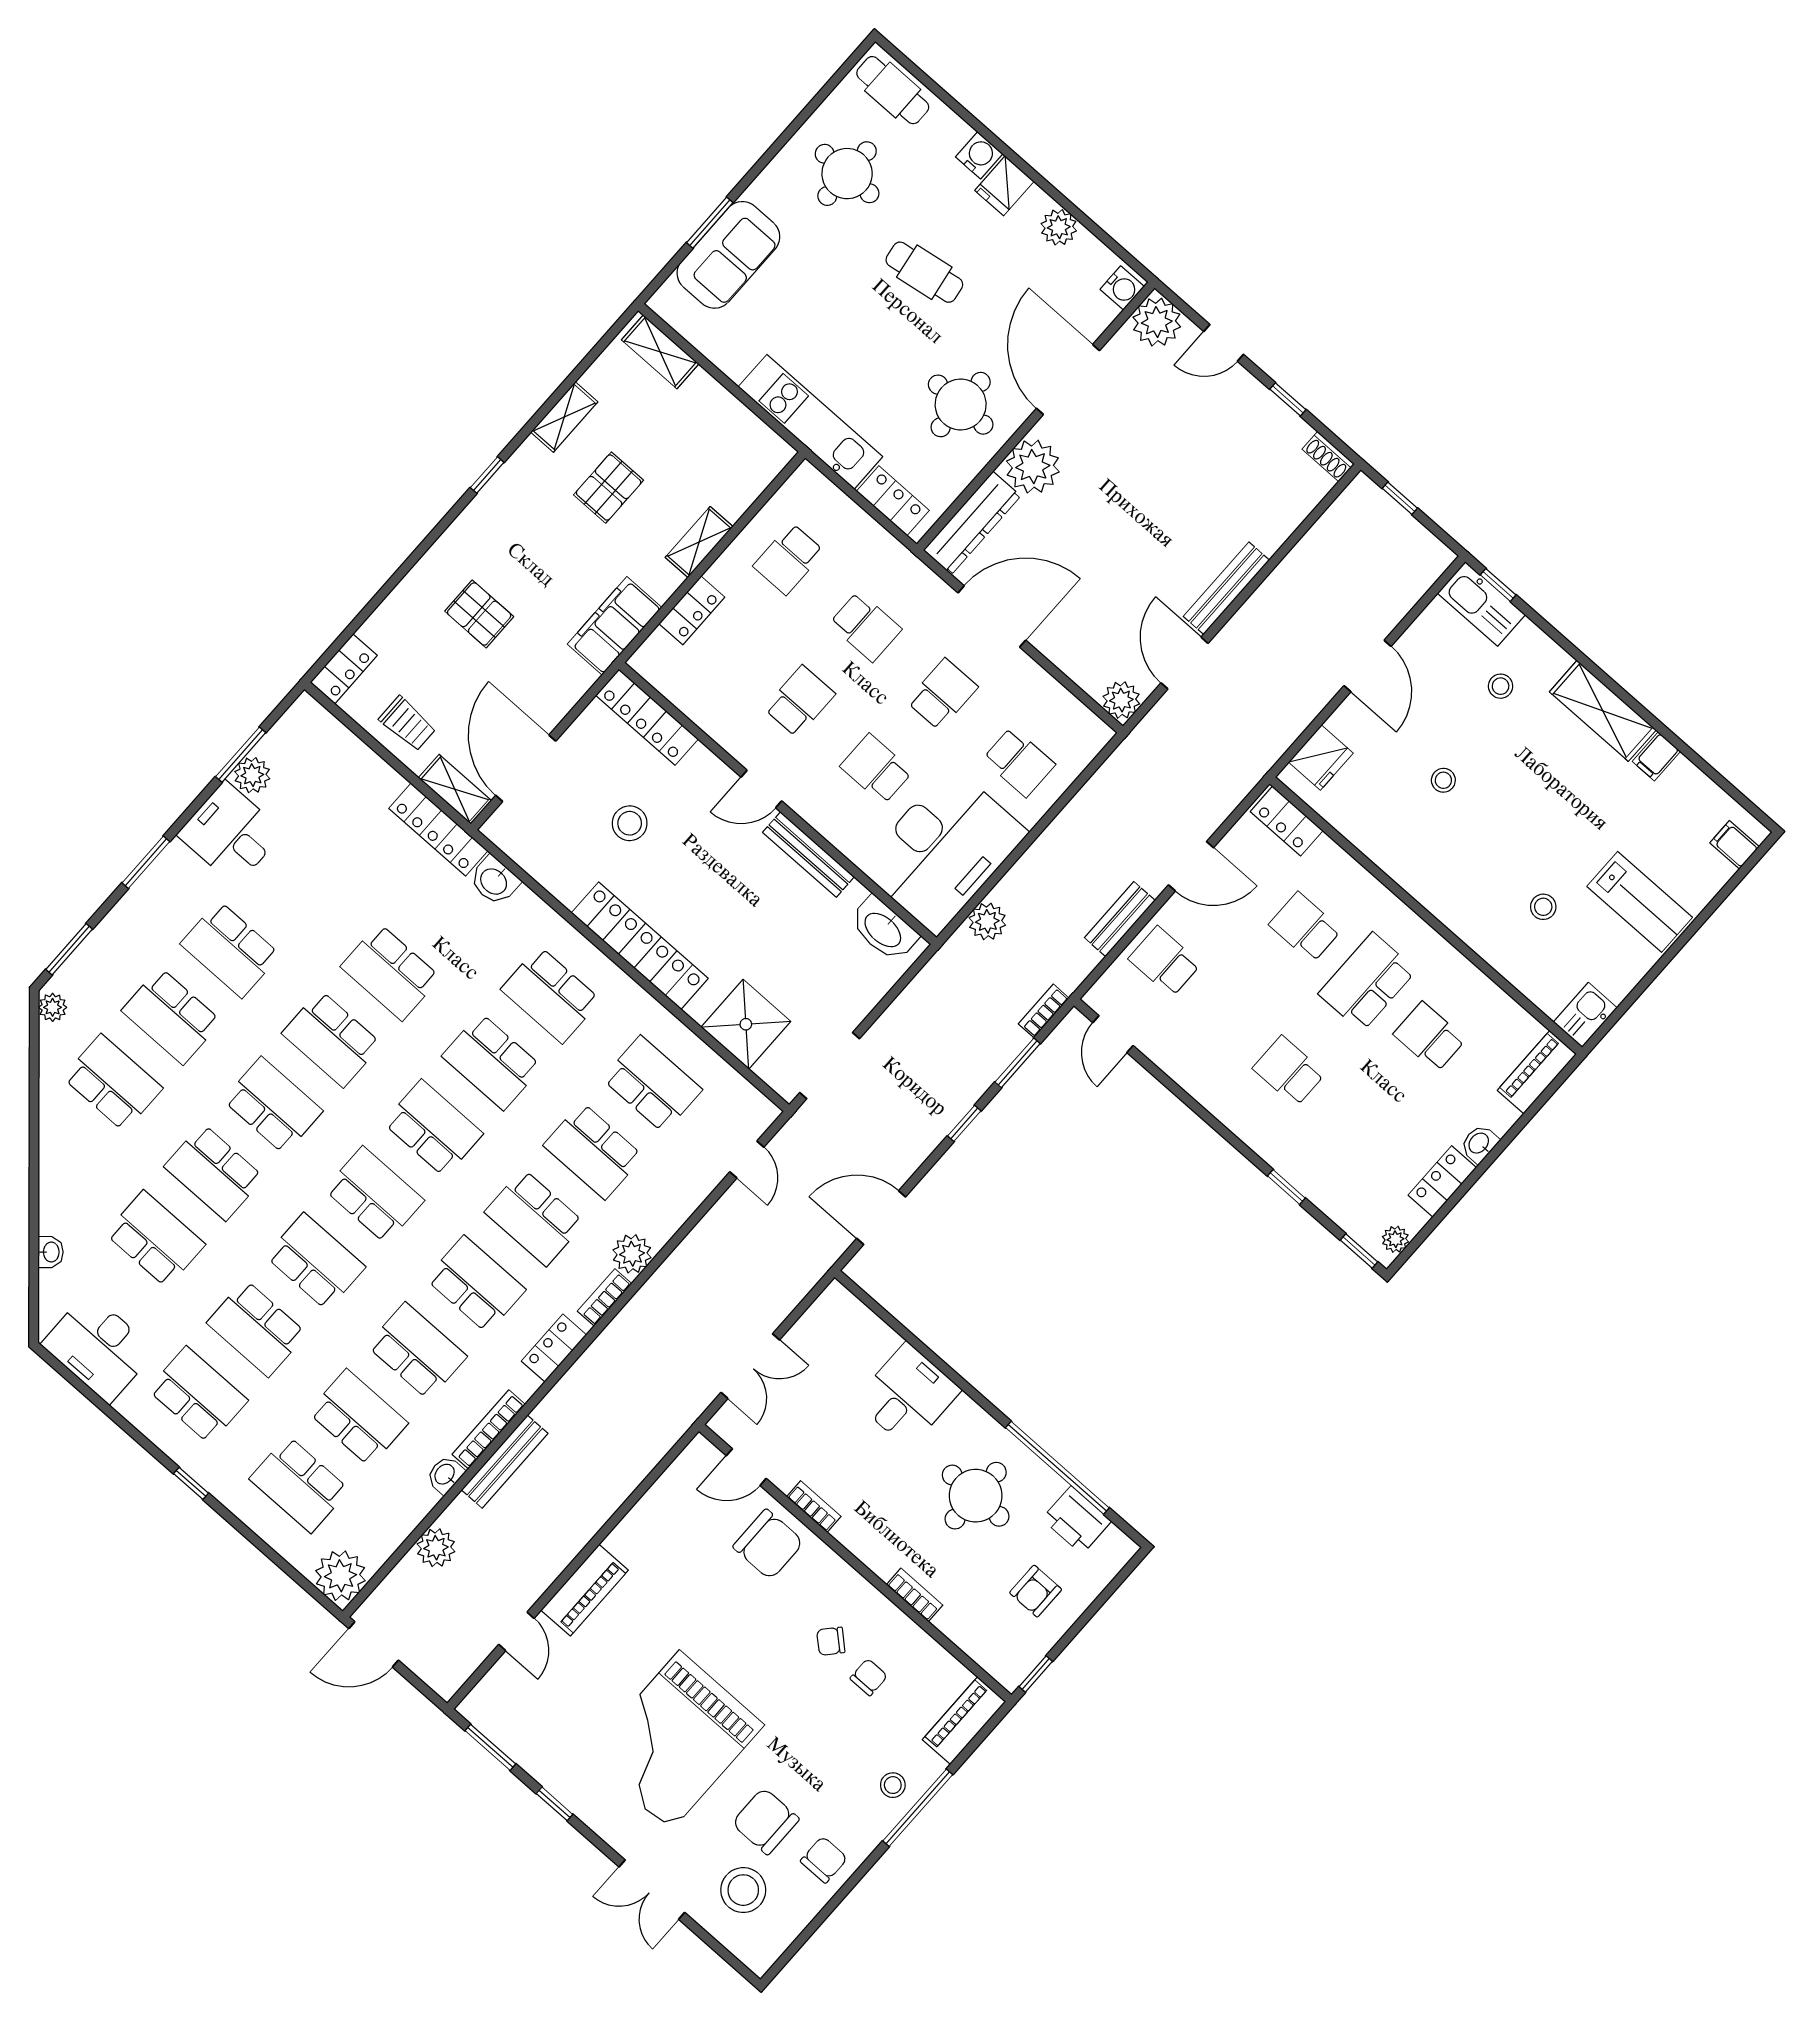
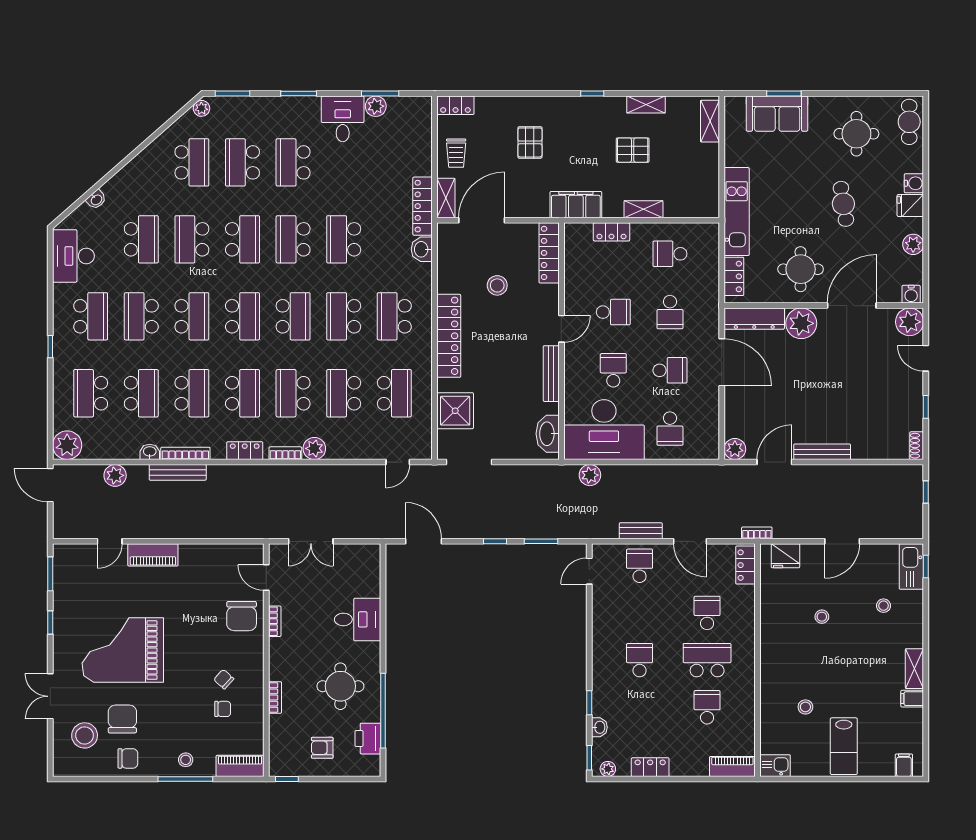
shelving: (1603, 711) -> (914, 669), width x0.67, depth x0.75
door: (761, 789) -> (561, 329), swing flipped
bookcase: (1044, 1011) -> (757, 533), moved
washbasin: (1479, 1144) -> (599, 727), moved, turned 90

